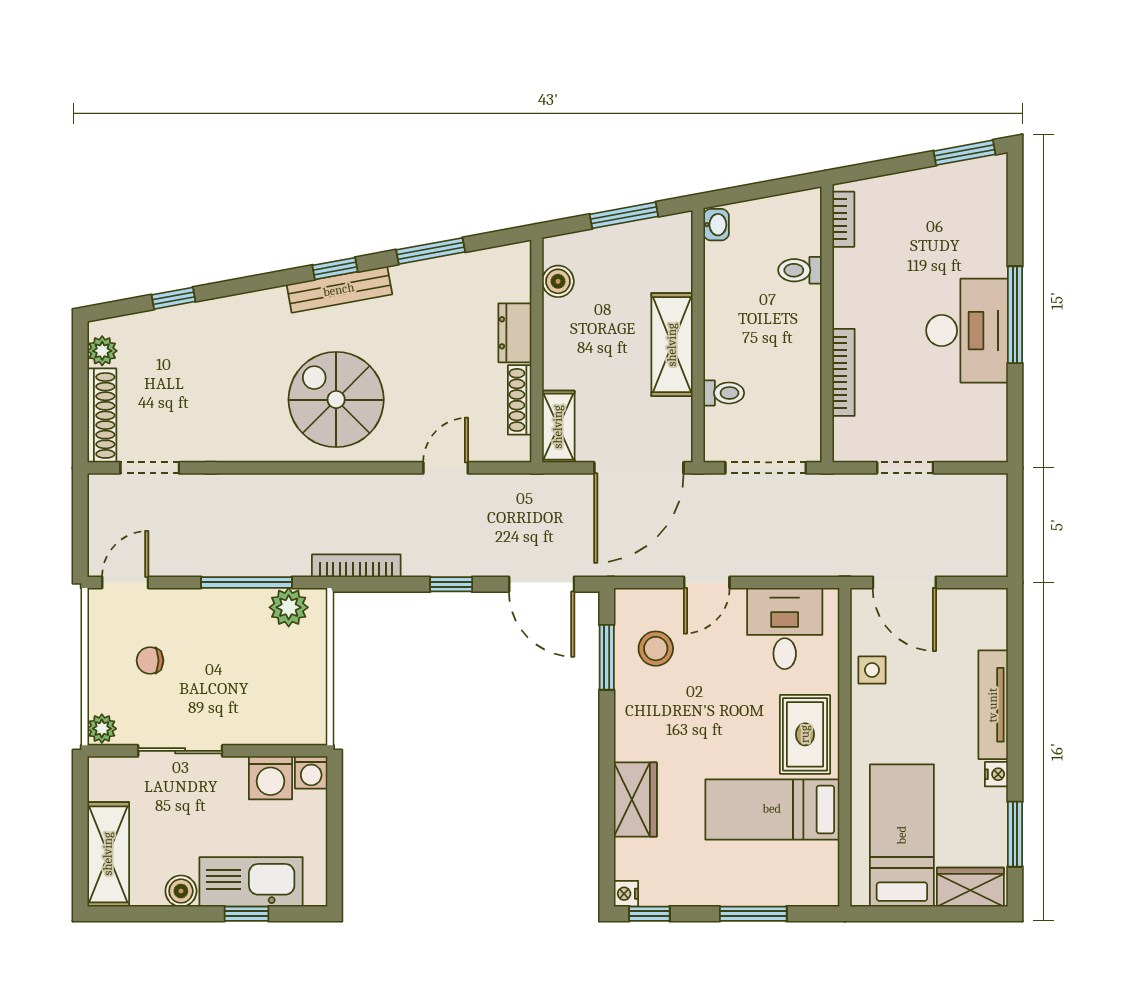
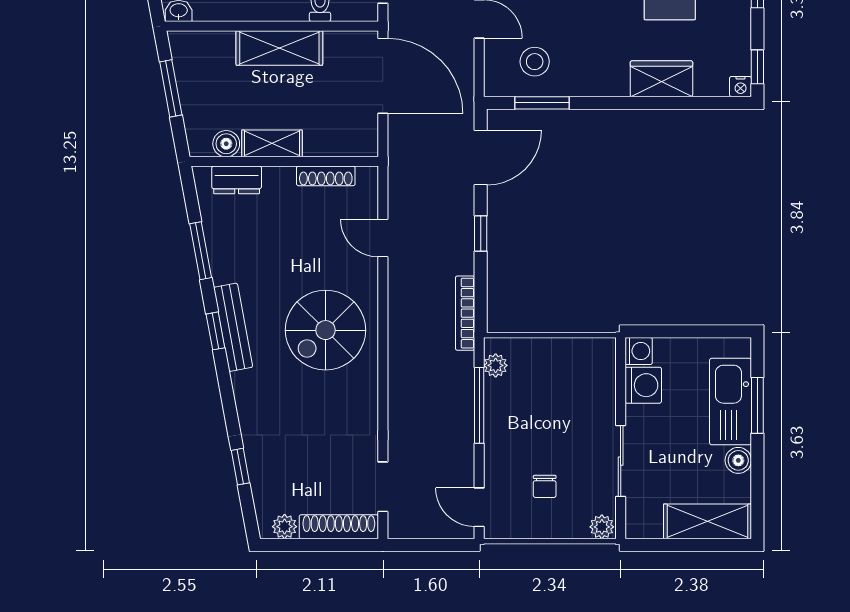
dresser: (515, 333) -> (237, 180), moved
shelving: (558, 427) -> (272, 143), moved
plant: (289, 607) -> (496, 365), width x0.73, depth x0.73
window: (246, 914) -> (757, 405), width x1.50

